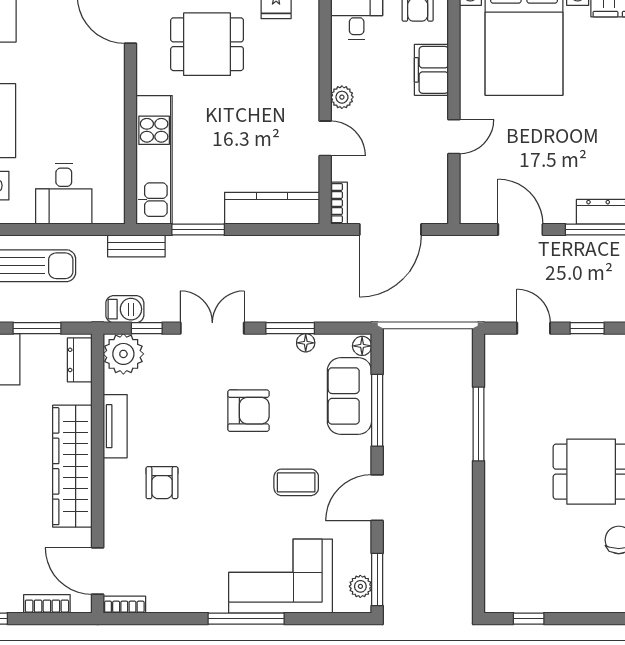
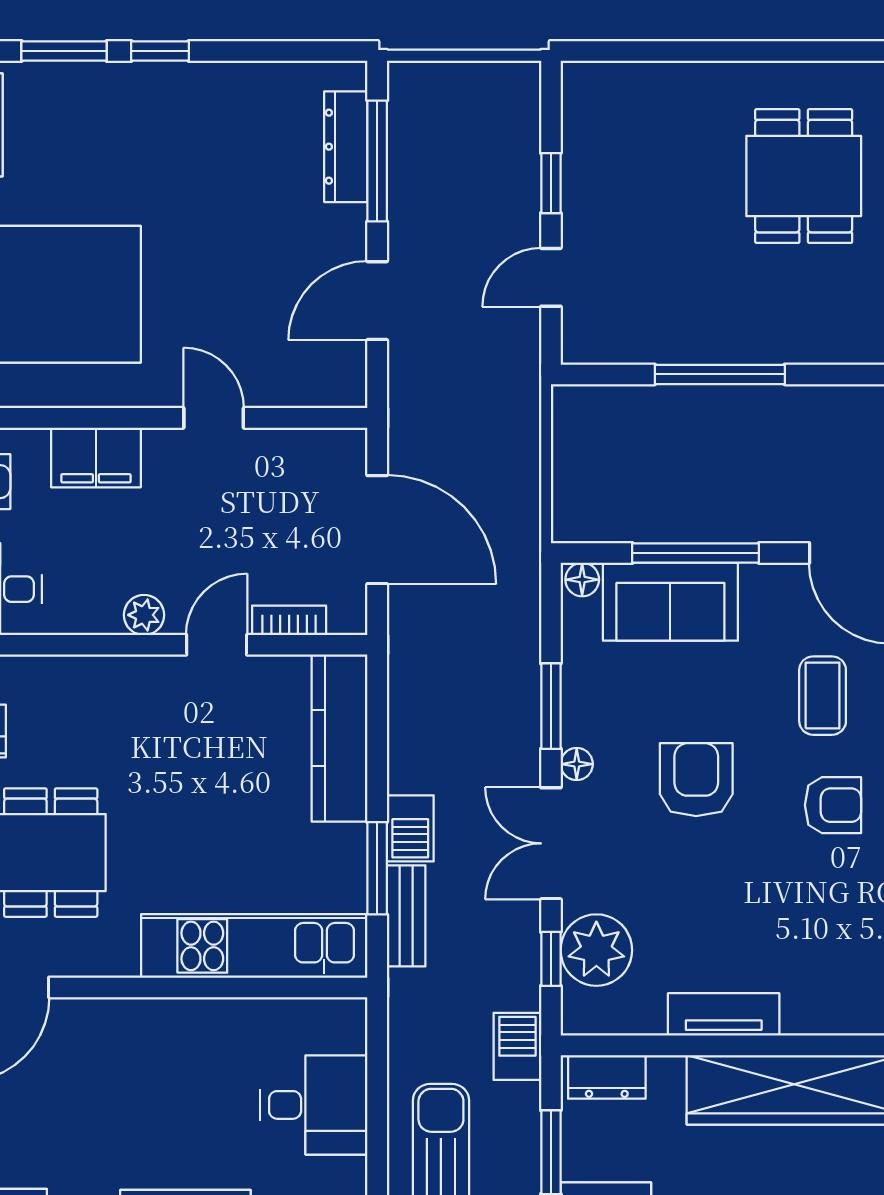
bookcase: (339, 203) -> (289, 620), moved
bench: (136, 246) -> (406, 916), moved
barbecue: (221, 248) -> (410, 828), added
barbecue: (125, 309) -> (517, 1046), moved
floor lamp: (306, 343) -> (577, 764), moved
plant: (123, 354) -> (596, 950), moved
armchair: (162, 483) -> (833, 805), moved

